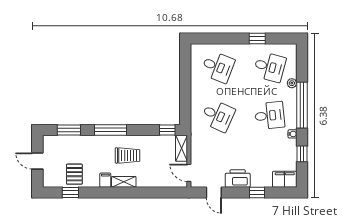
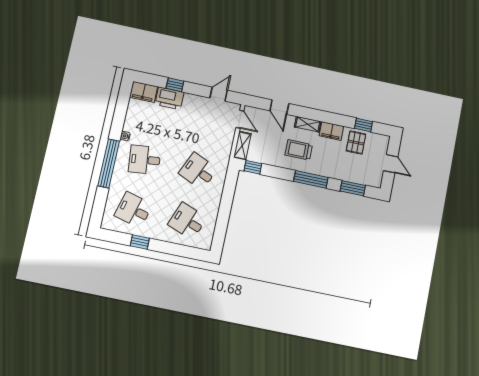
plant: (292, 83) -> (114, 188), removed
window: (302, 154) -> (120, 114), removed
printer: (238, 178) -> (169, 98), moved
filing cabinet: (105, 180) -> (331, 131), width x2.00
door: (154, 192) -> (279, 107), added
door: (214, 192) -> (219, 94), hinge flipped

